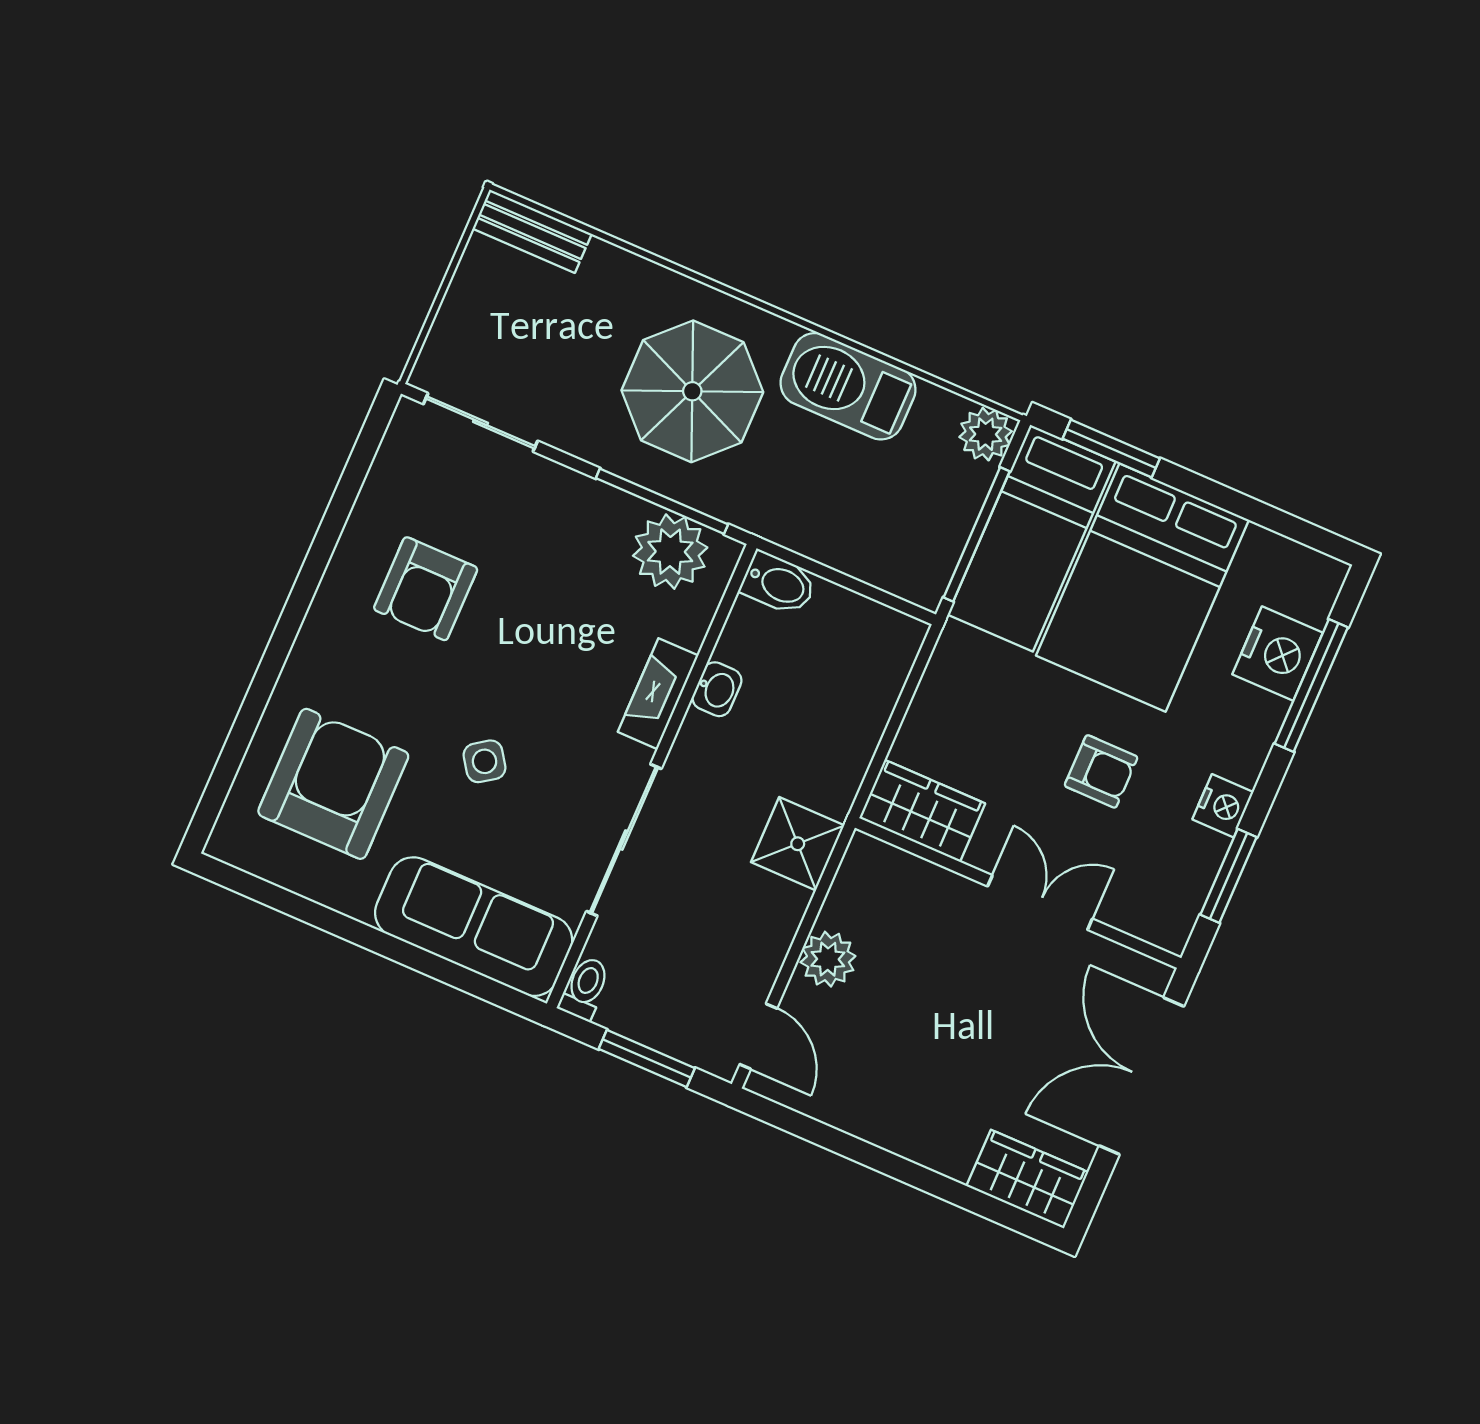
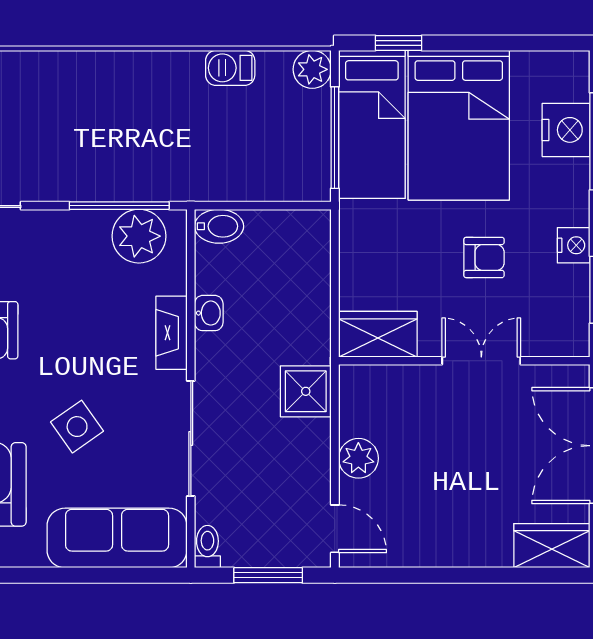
barbecue: (848, 386) -> (230, 68), width x0.53, depth x0.65
parasol: (692, 391) -> (108, 125), removed
window: (1111, 449) -> (399, 43), width x0.67
side table: (485, 761) -> (77, 427), width x1.37, depth x1.37

